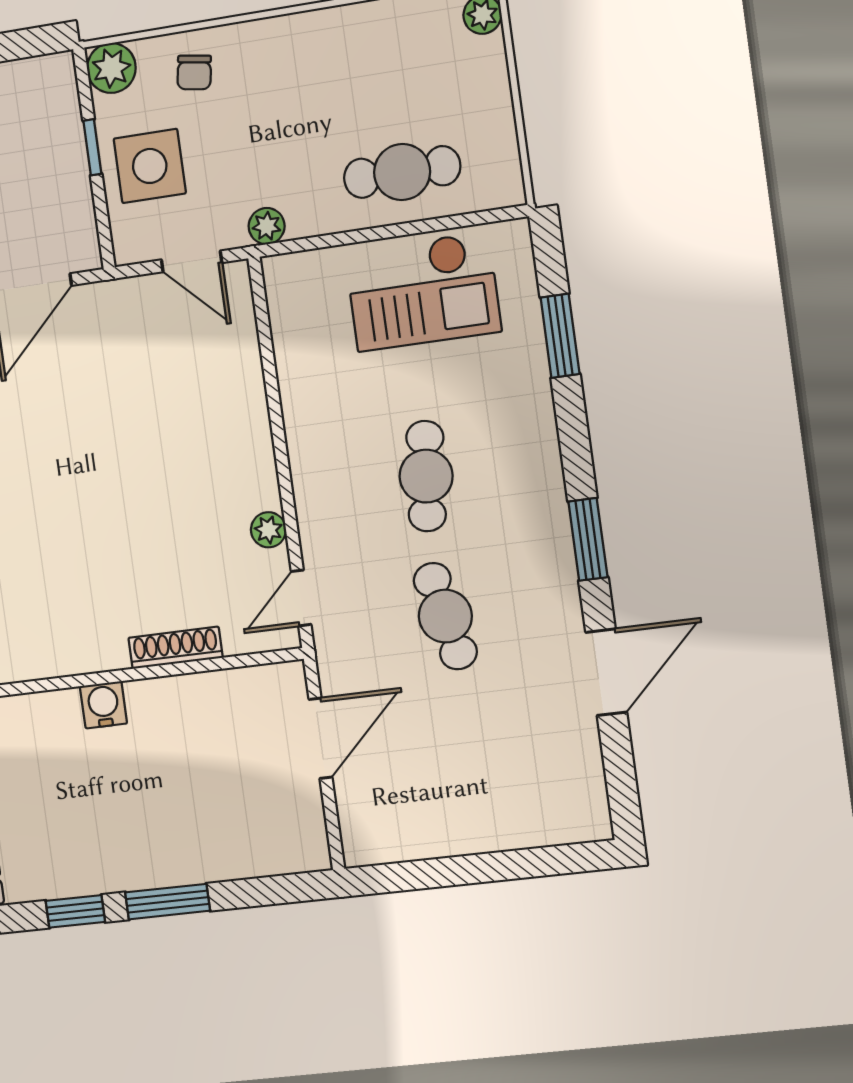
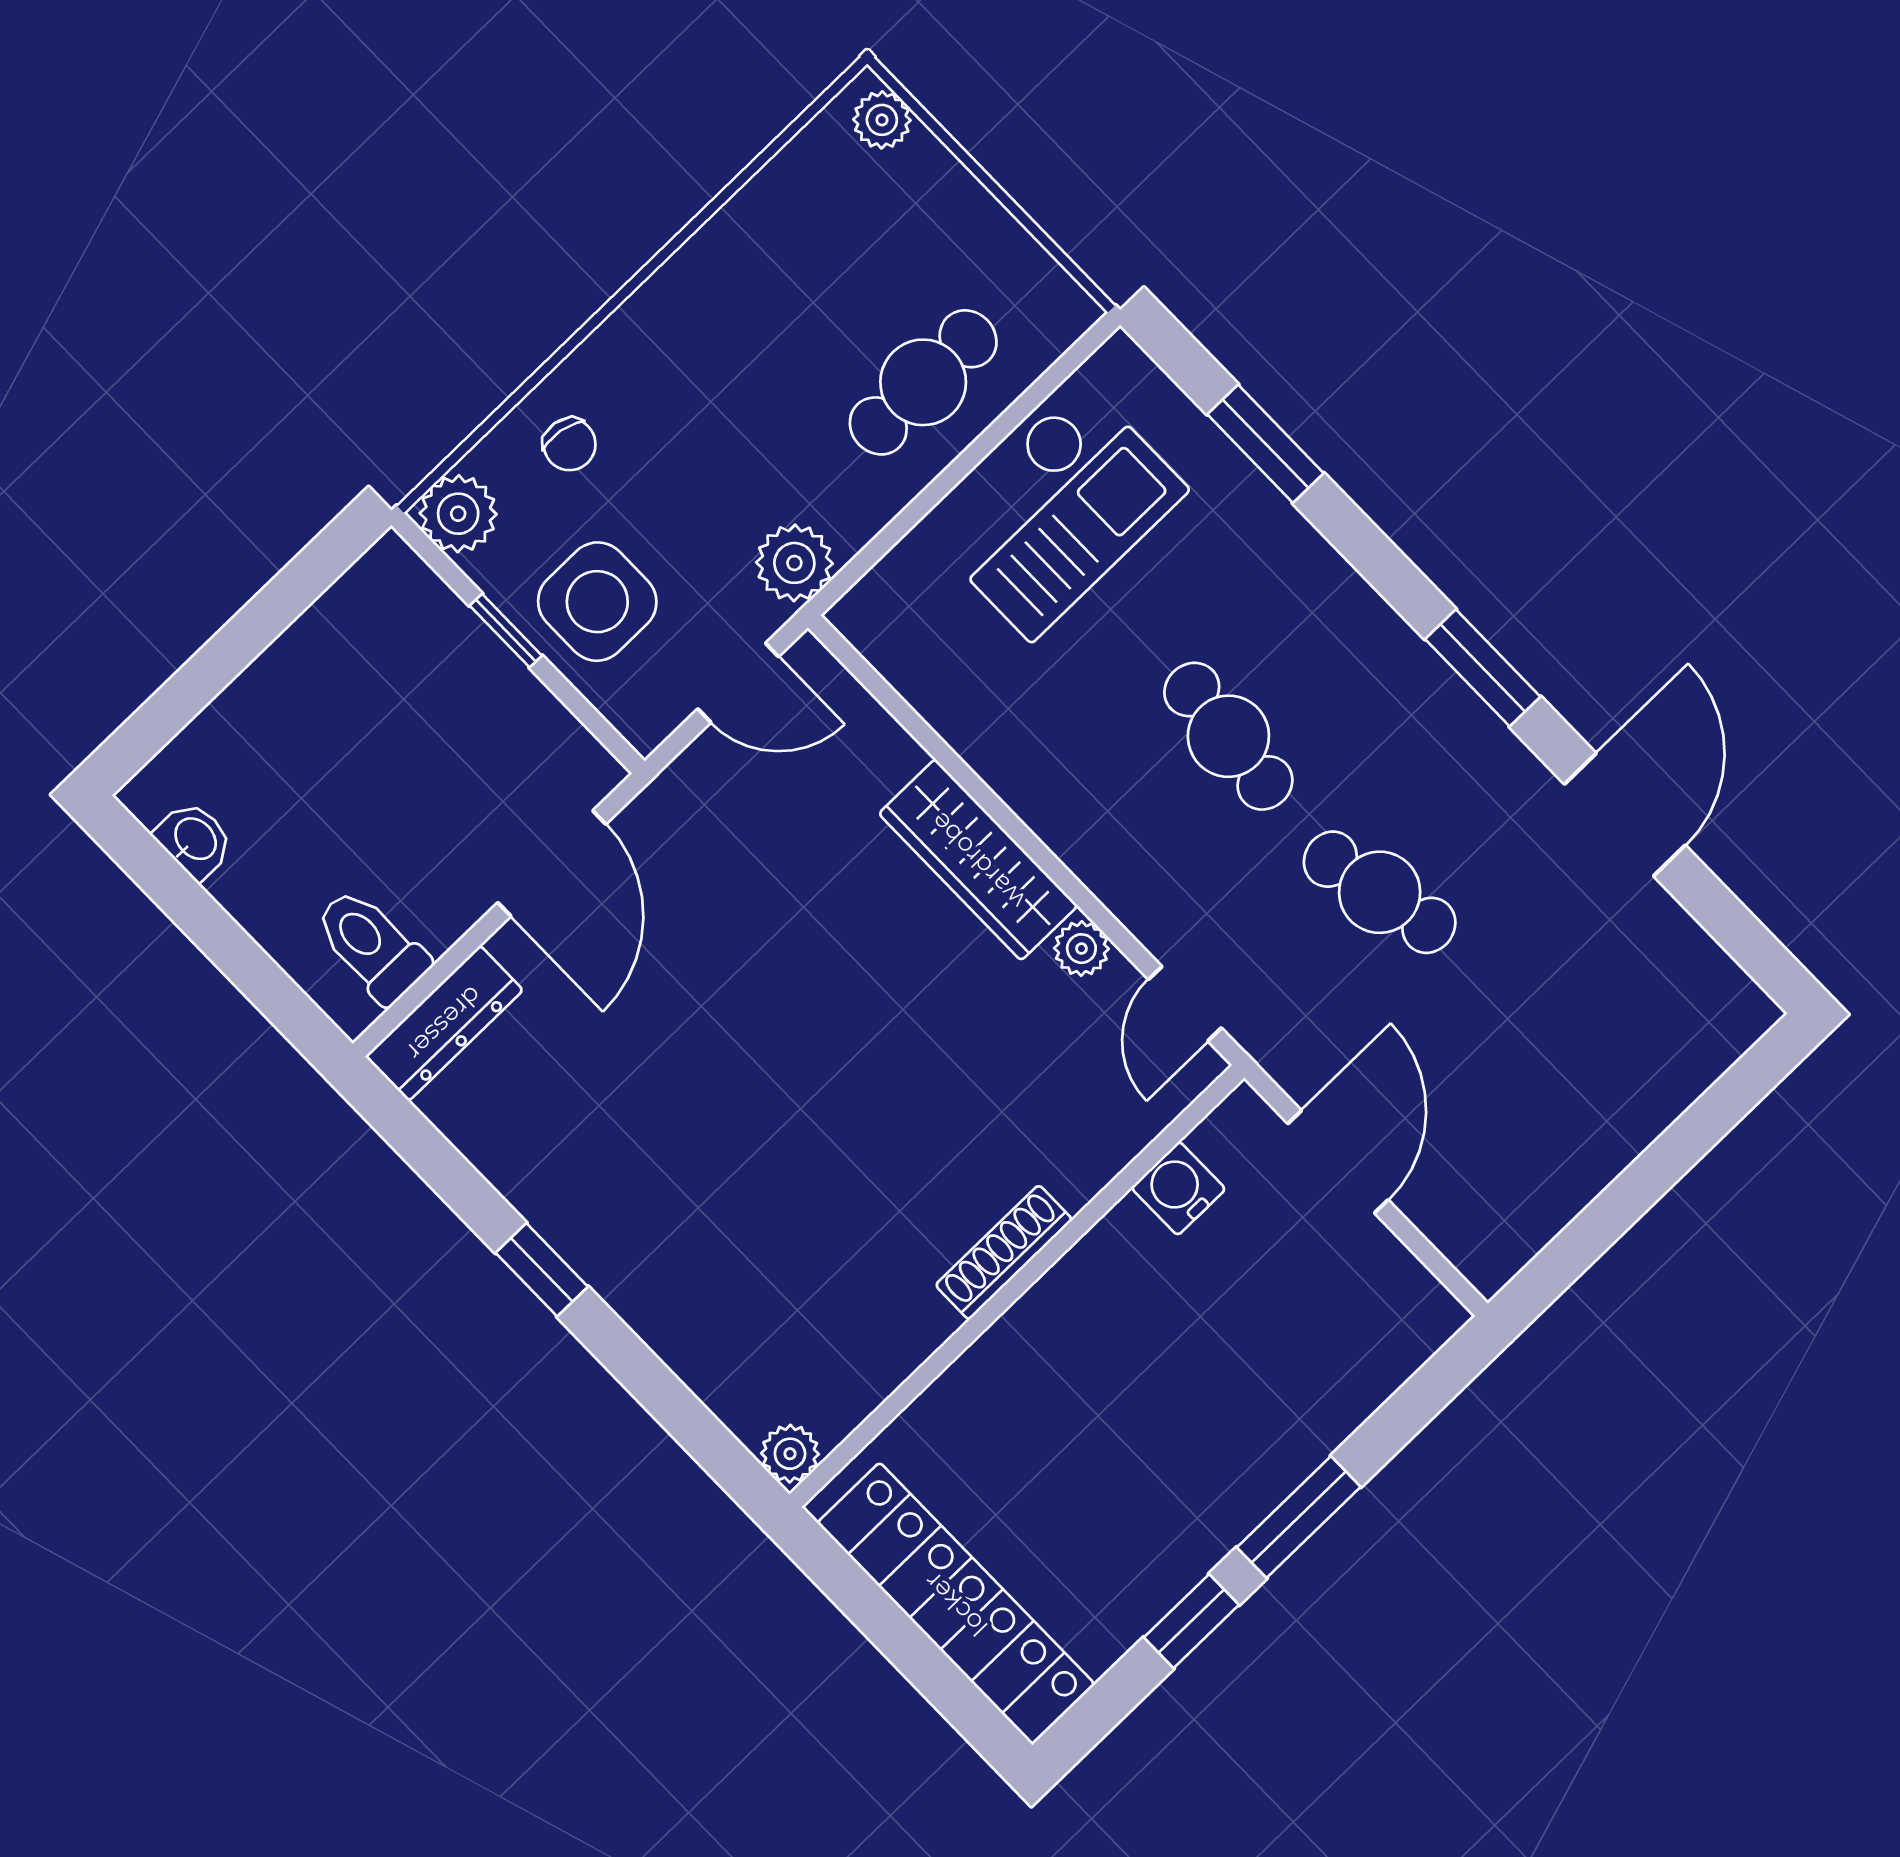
plant: (267, 226) -> (794, 563), width x1.38, depth x1.38
wardrobe: (249, 444) -> (978, 860), added
shoe rack: (176, 648) -> (1004, 1252), moved
water cooler: (103, 705) -> (1178, 1188), moved

